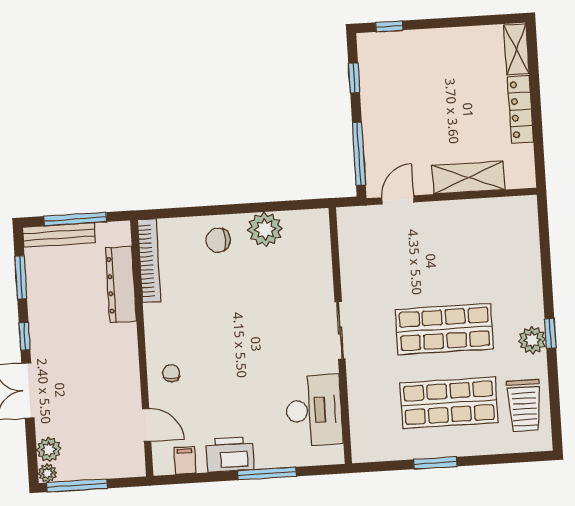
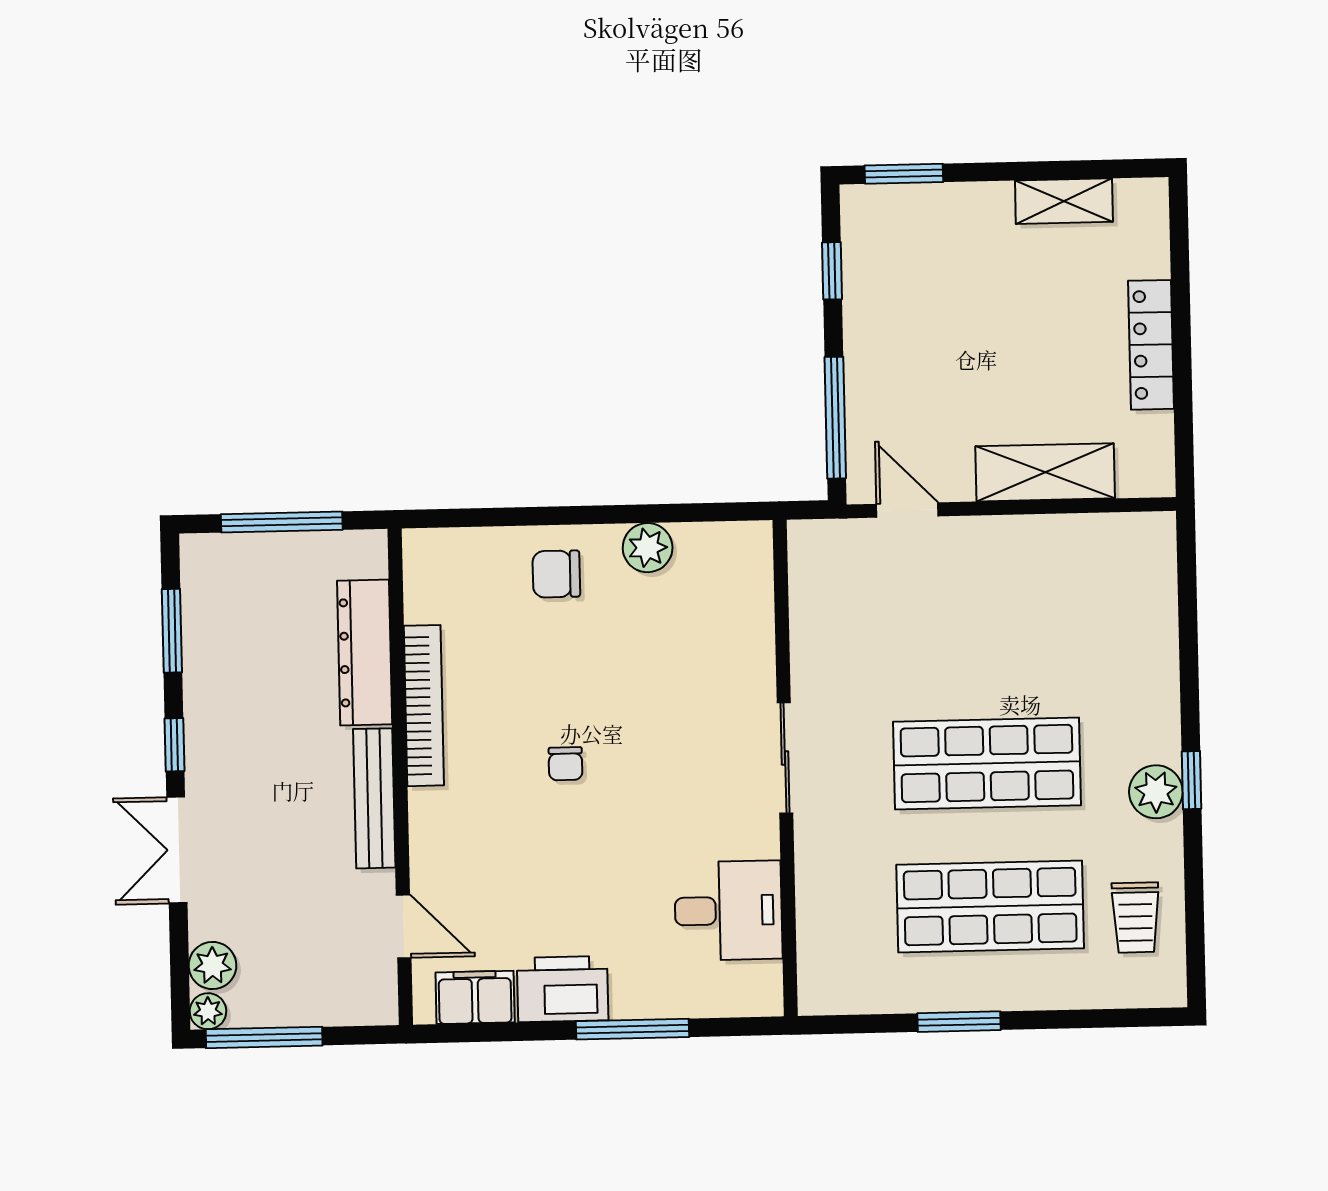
window: (389, 26) -> (904, 174), width x1.50
shelving: (516, 49) -> (1064, 201), moved, turned 90
door: (398, 200) -> (907, 510), hinge flipped
plant: (265, 229) -> (648, 548), width x0.73, depth x0.73
bench: (59, 235) -> (374, 798), moved, turned 90
bookcase: (149, 261) -> (424, 706), moved
chair: (171, 373) -> (565, 764), moved, turned 180
trolley: (524, 405) -> (1136, 917), width x0.73, depth x0.72
desk: (314, 410) -> (728, 911), width x0.73
filing cabinet: (185, 460) -> (475, 997), width x2.00

